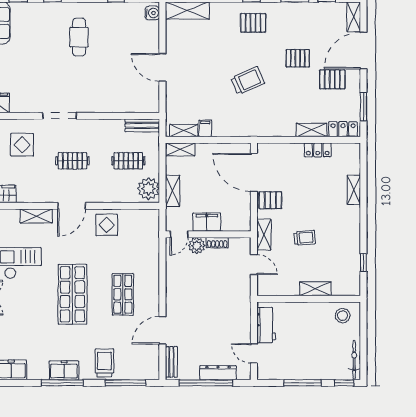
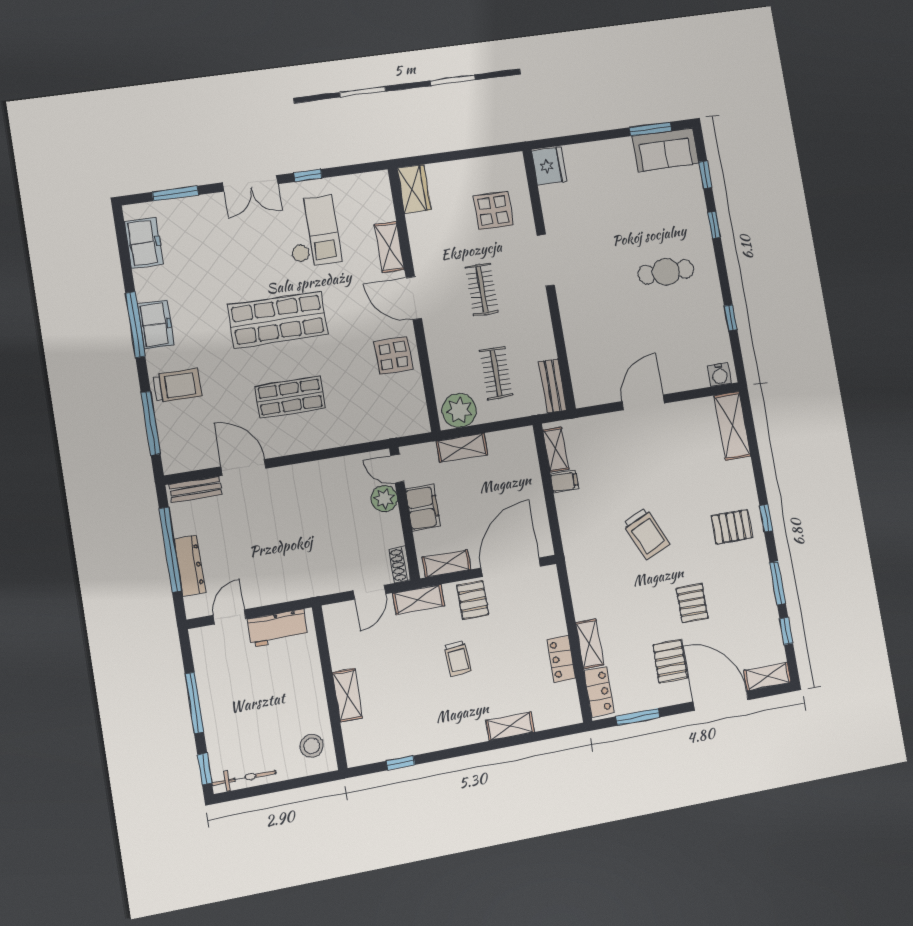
pallet: (253, 23) -> (732, 527), turned 90
shelving: (180, 149) -> (446, 563), moved, turned 90
trolley: (305, 238) -> (458, 658), moved
shoe rack: (217, 243) -> (400, 565), moved

